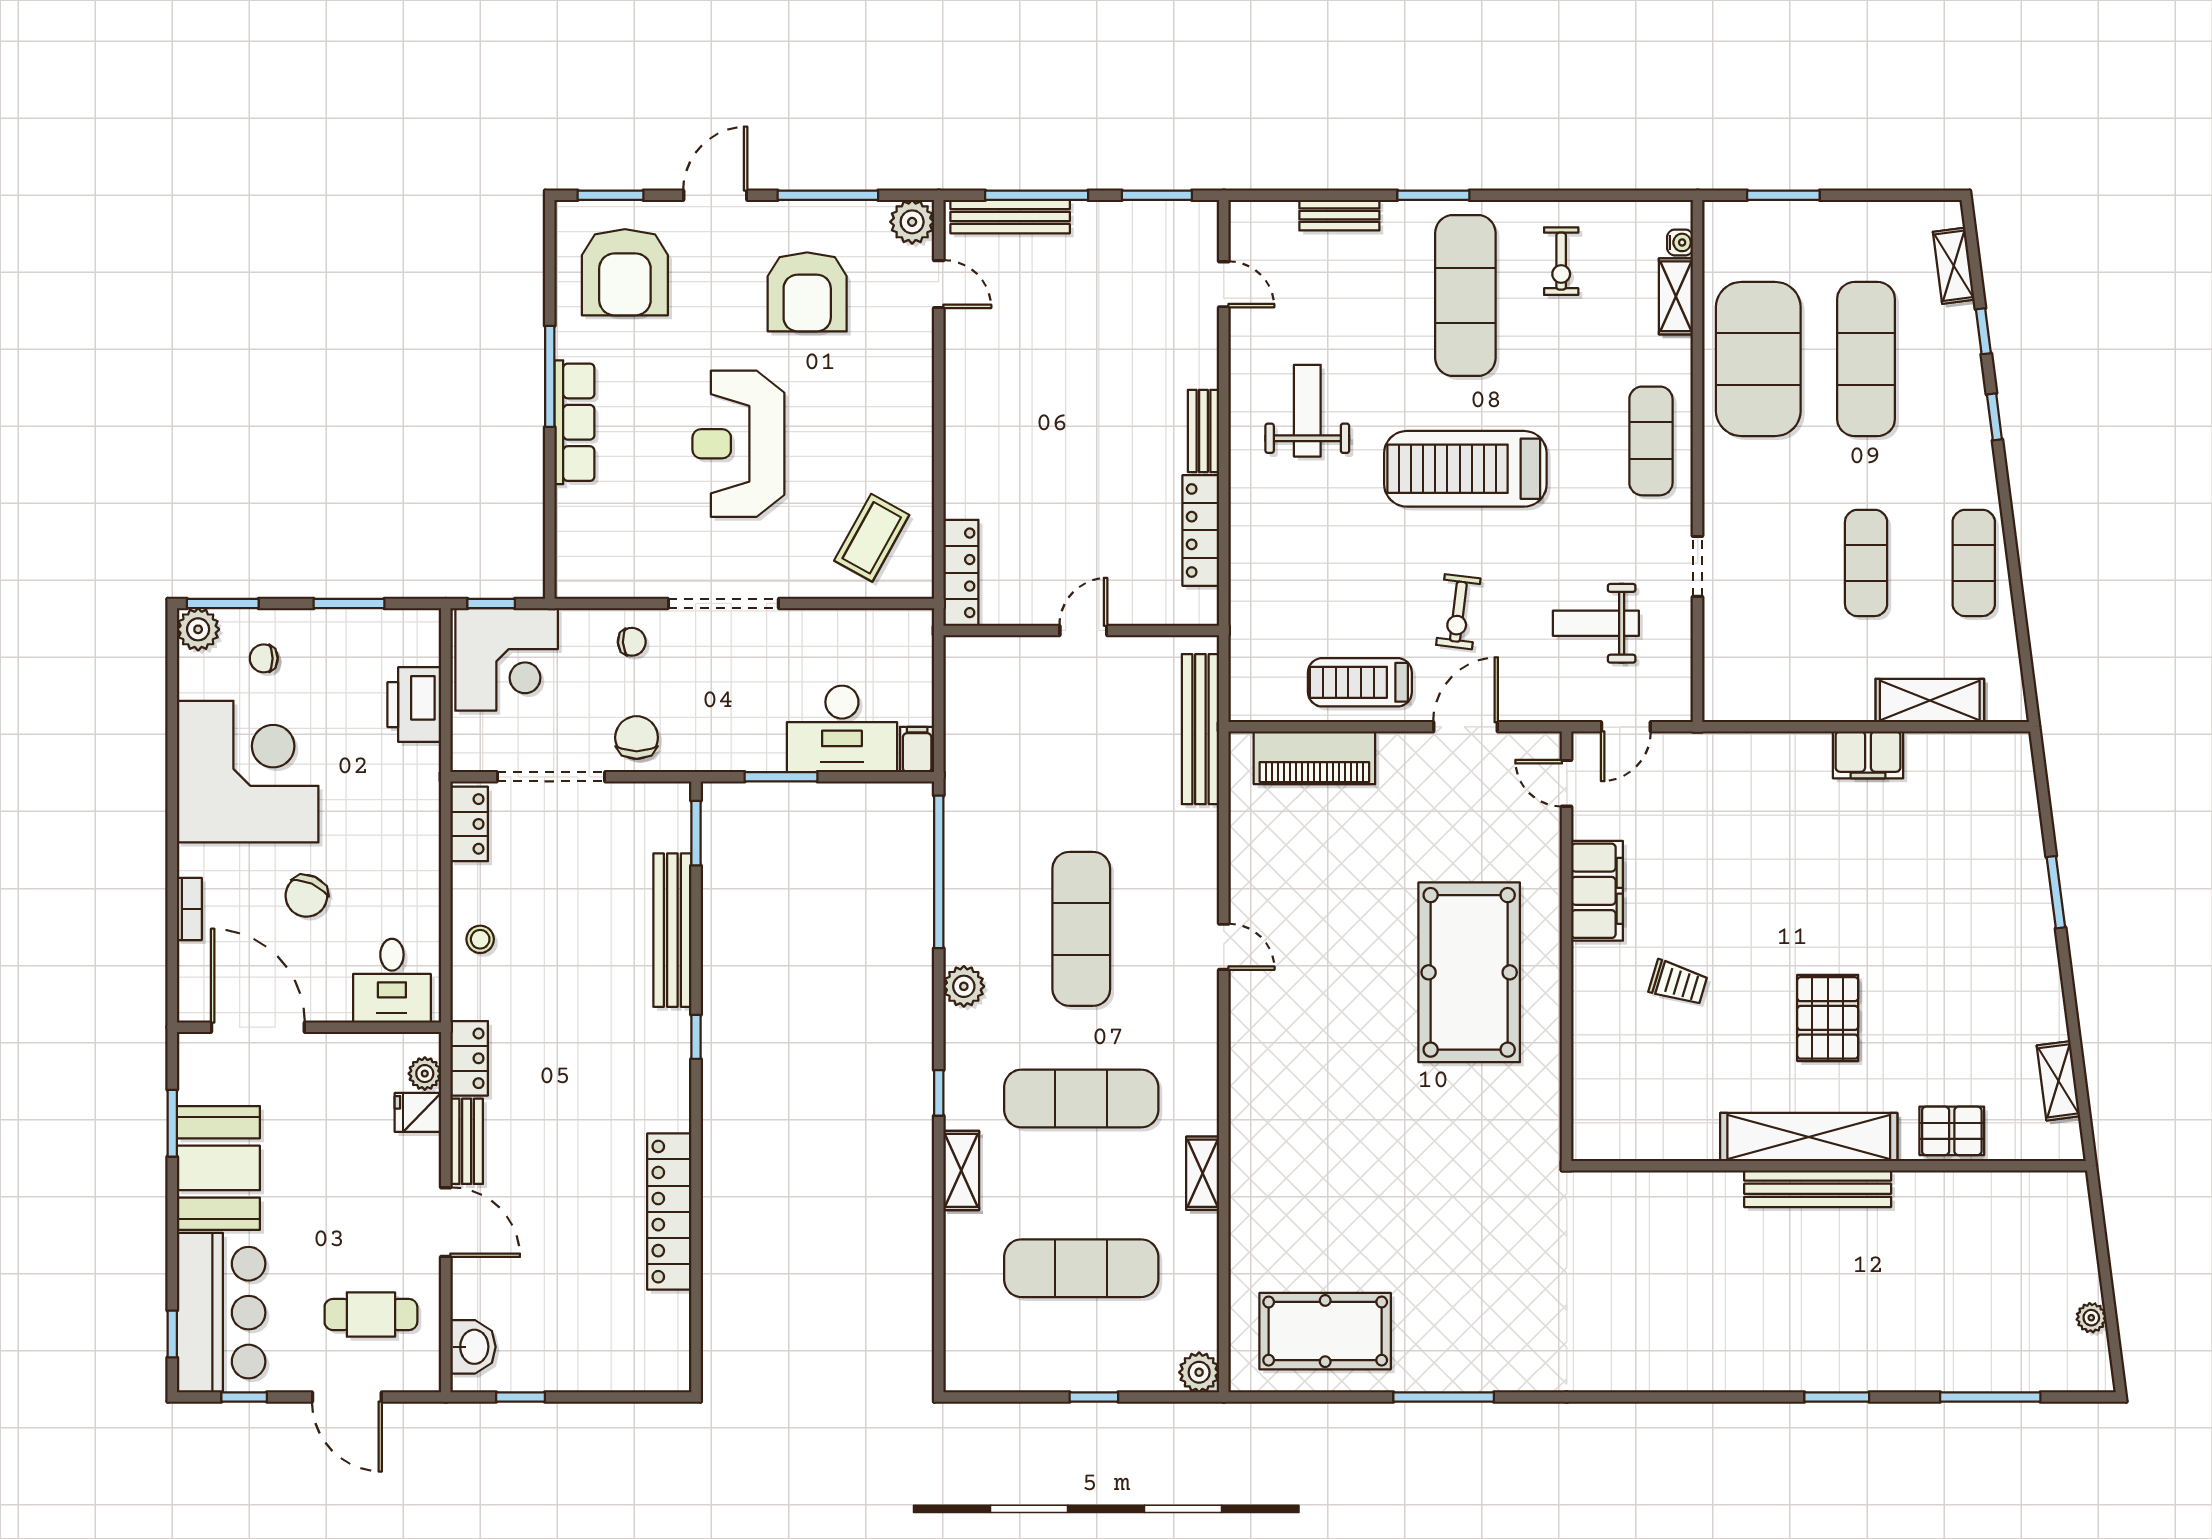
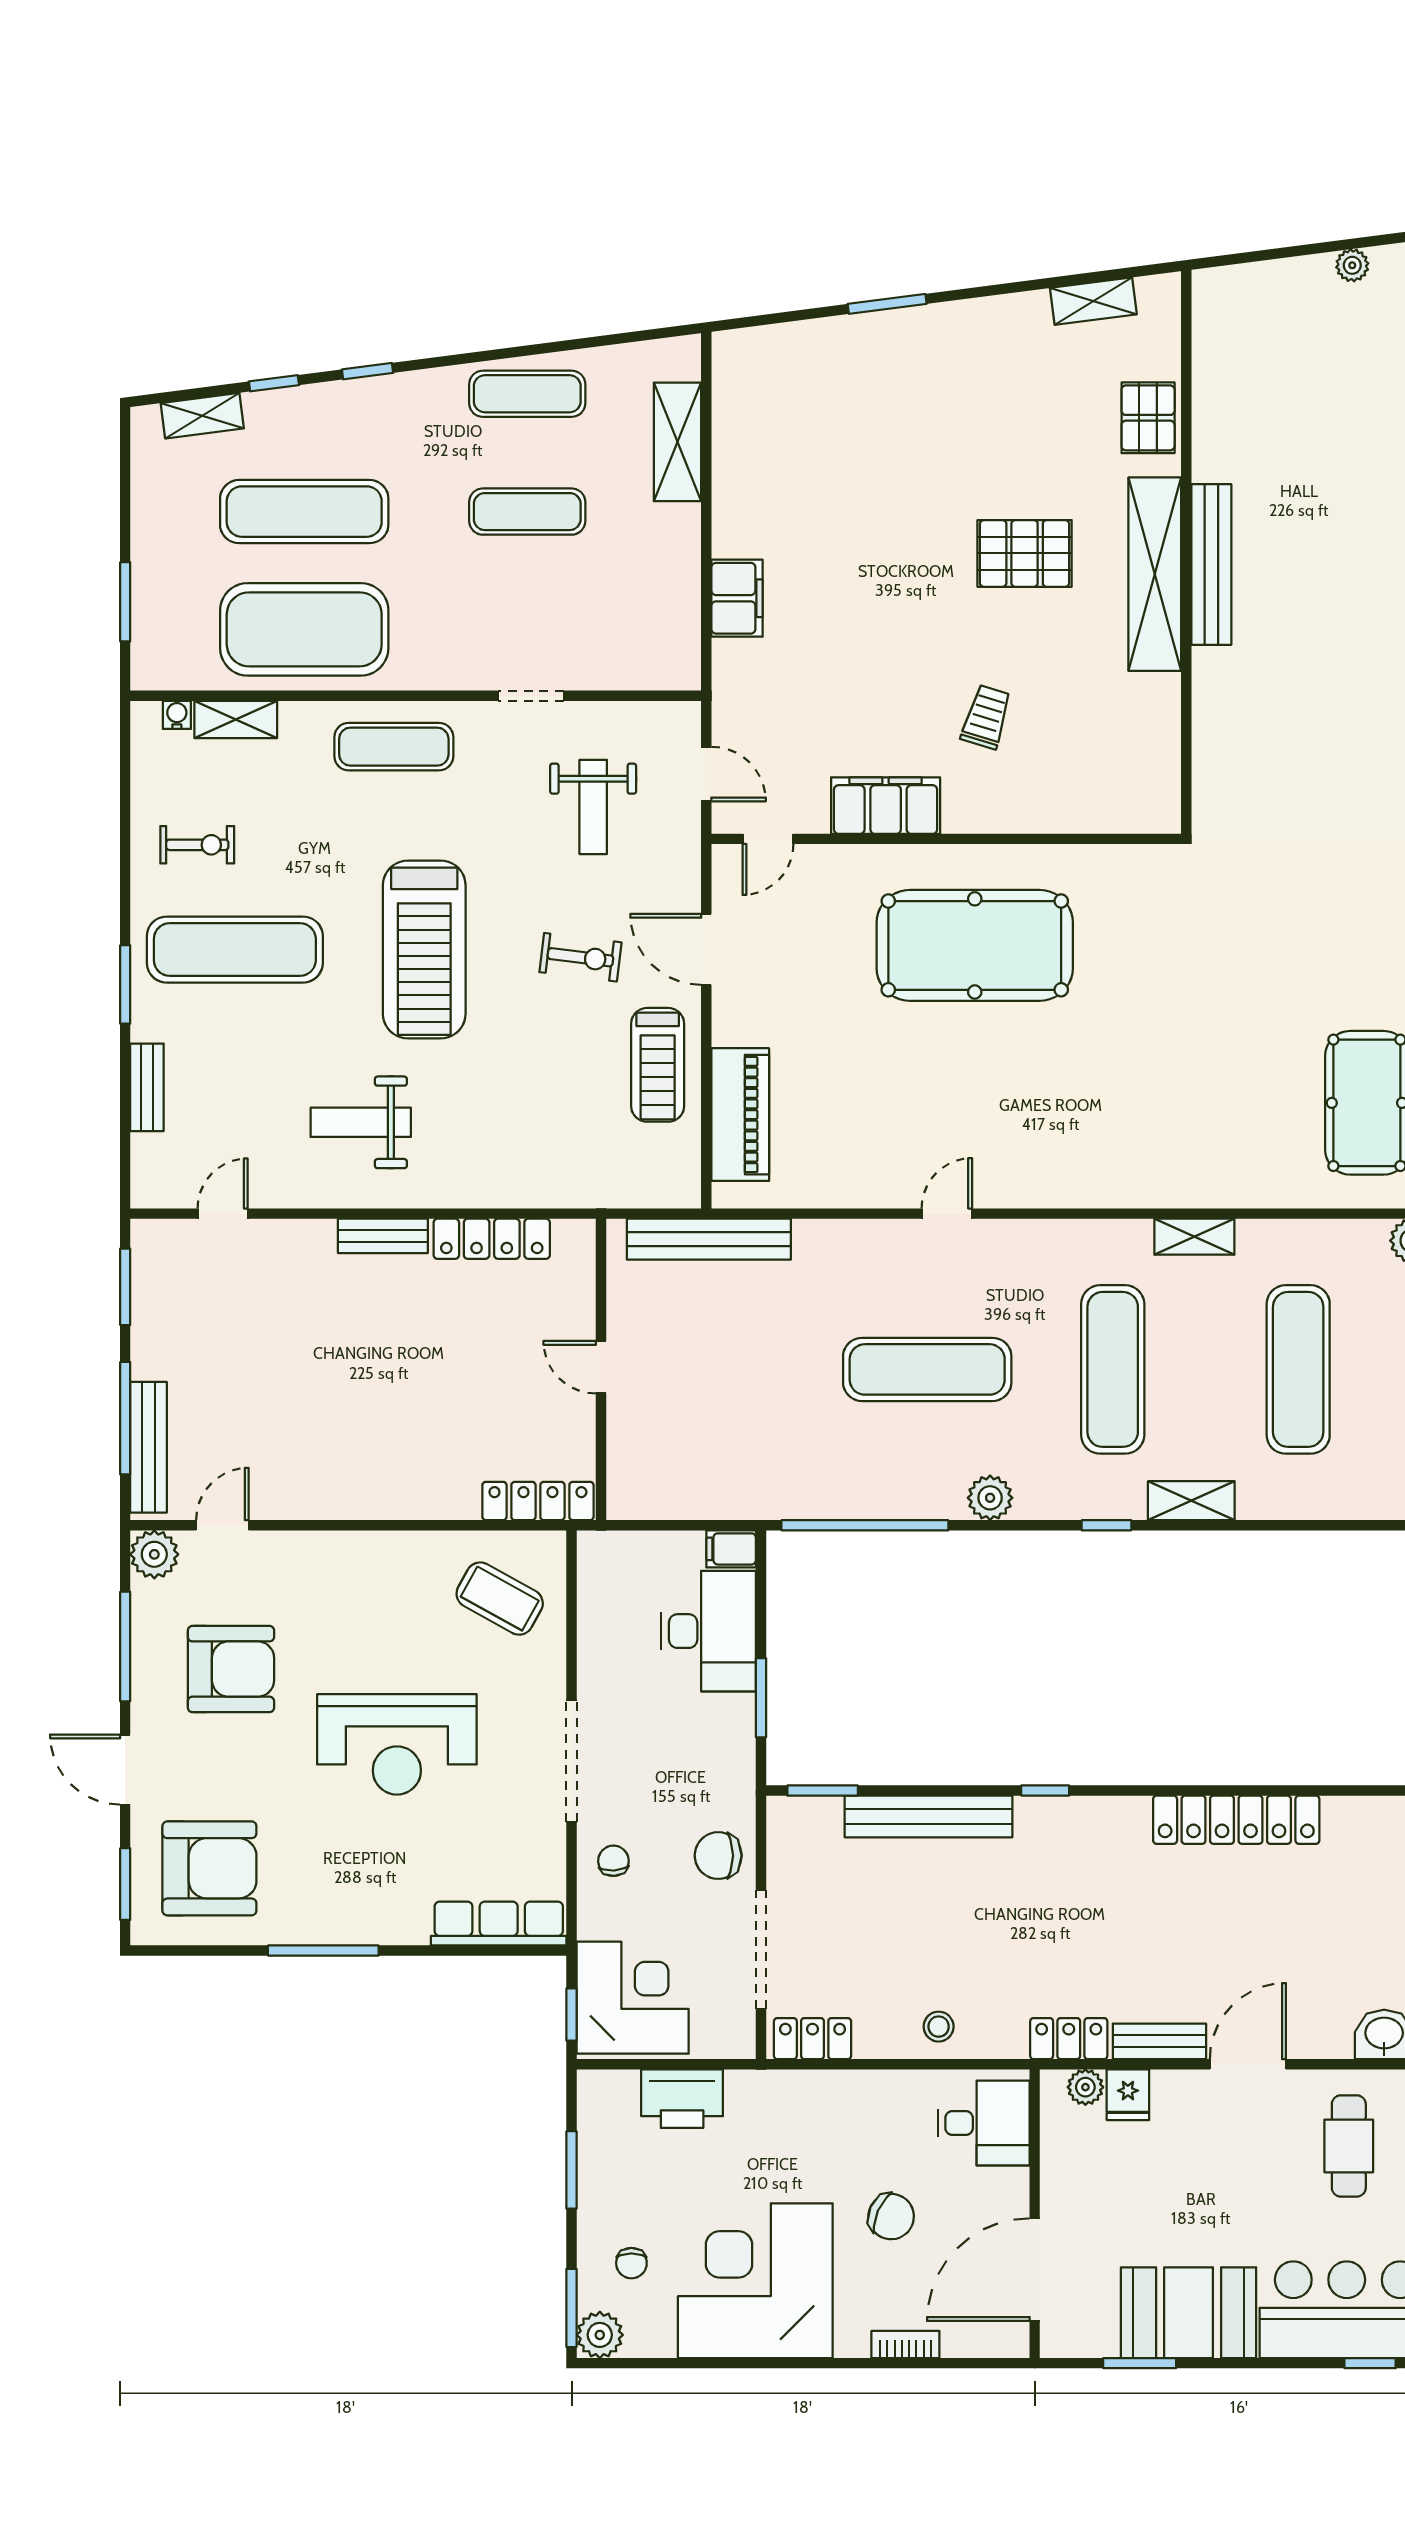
row of seats: (574, 422) -> (499, 1924), moved
filing cabinet: (1868, 755) -> (737, 598), moved

